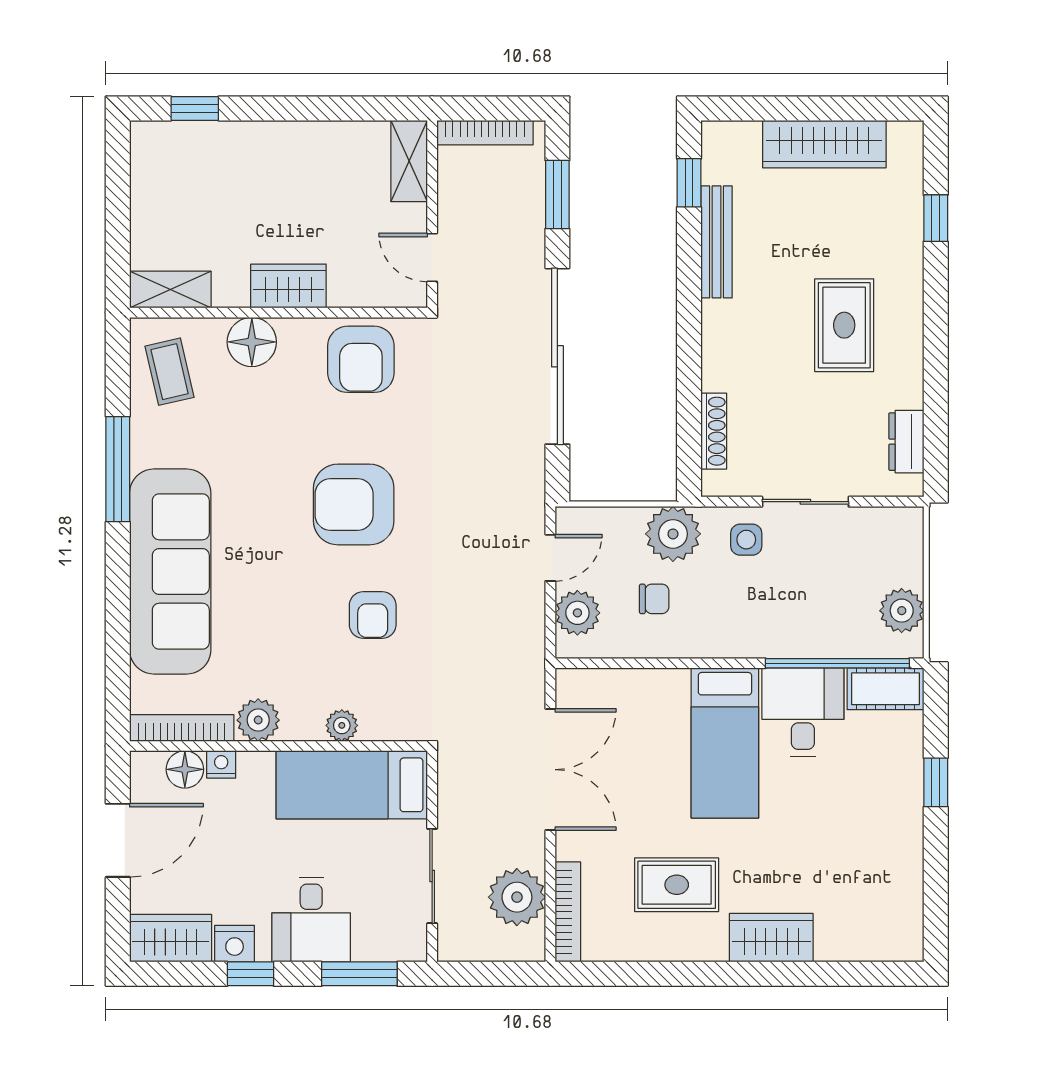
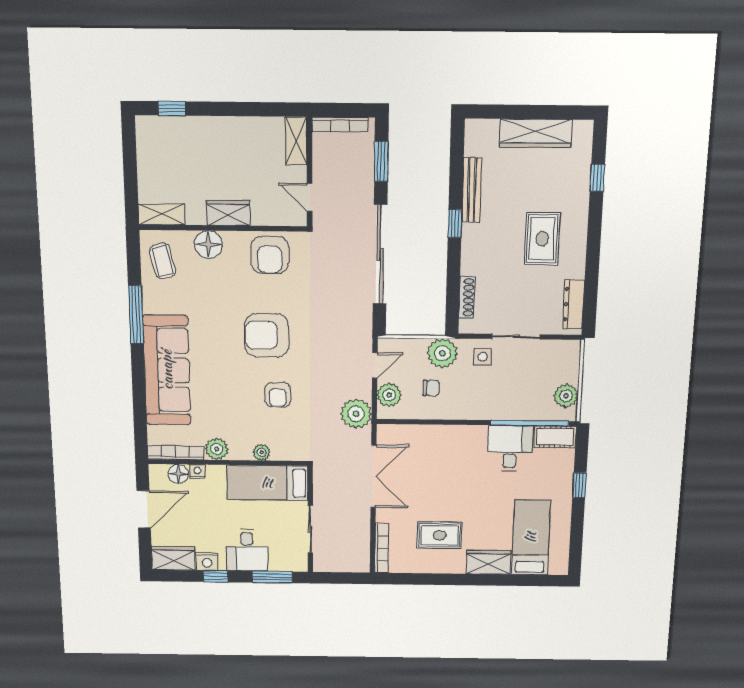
window: (689, 183) -> (455, 223), moved
dresser: (906, 442) -> (574, 304), width x1.44
bed: (725, 743) -> (531, 537), moved, turned 180
plant: (517, 897) -> (356, 414), moved

